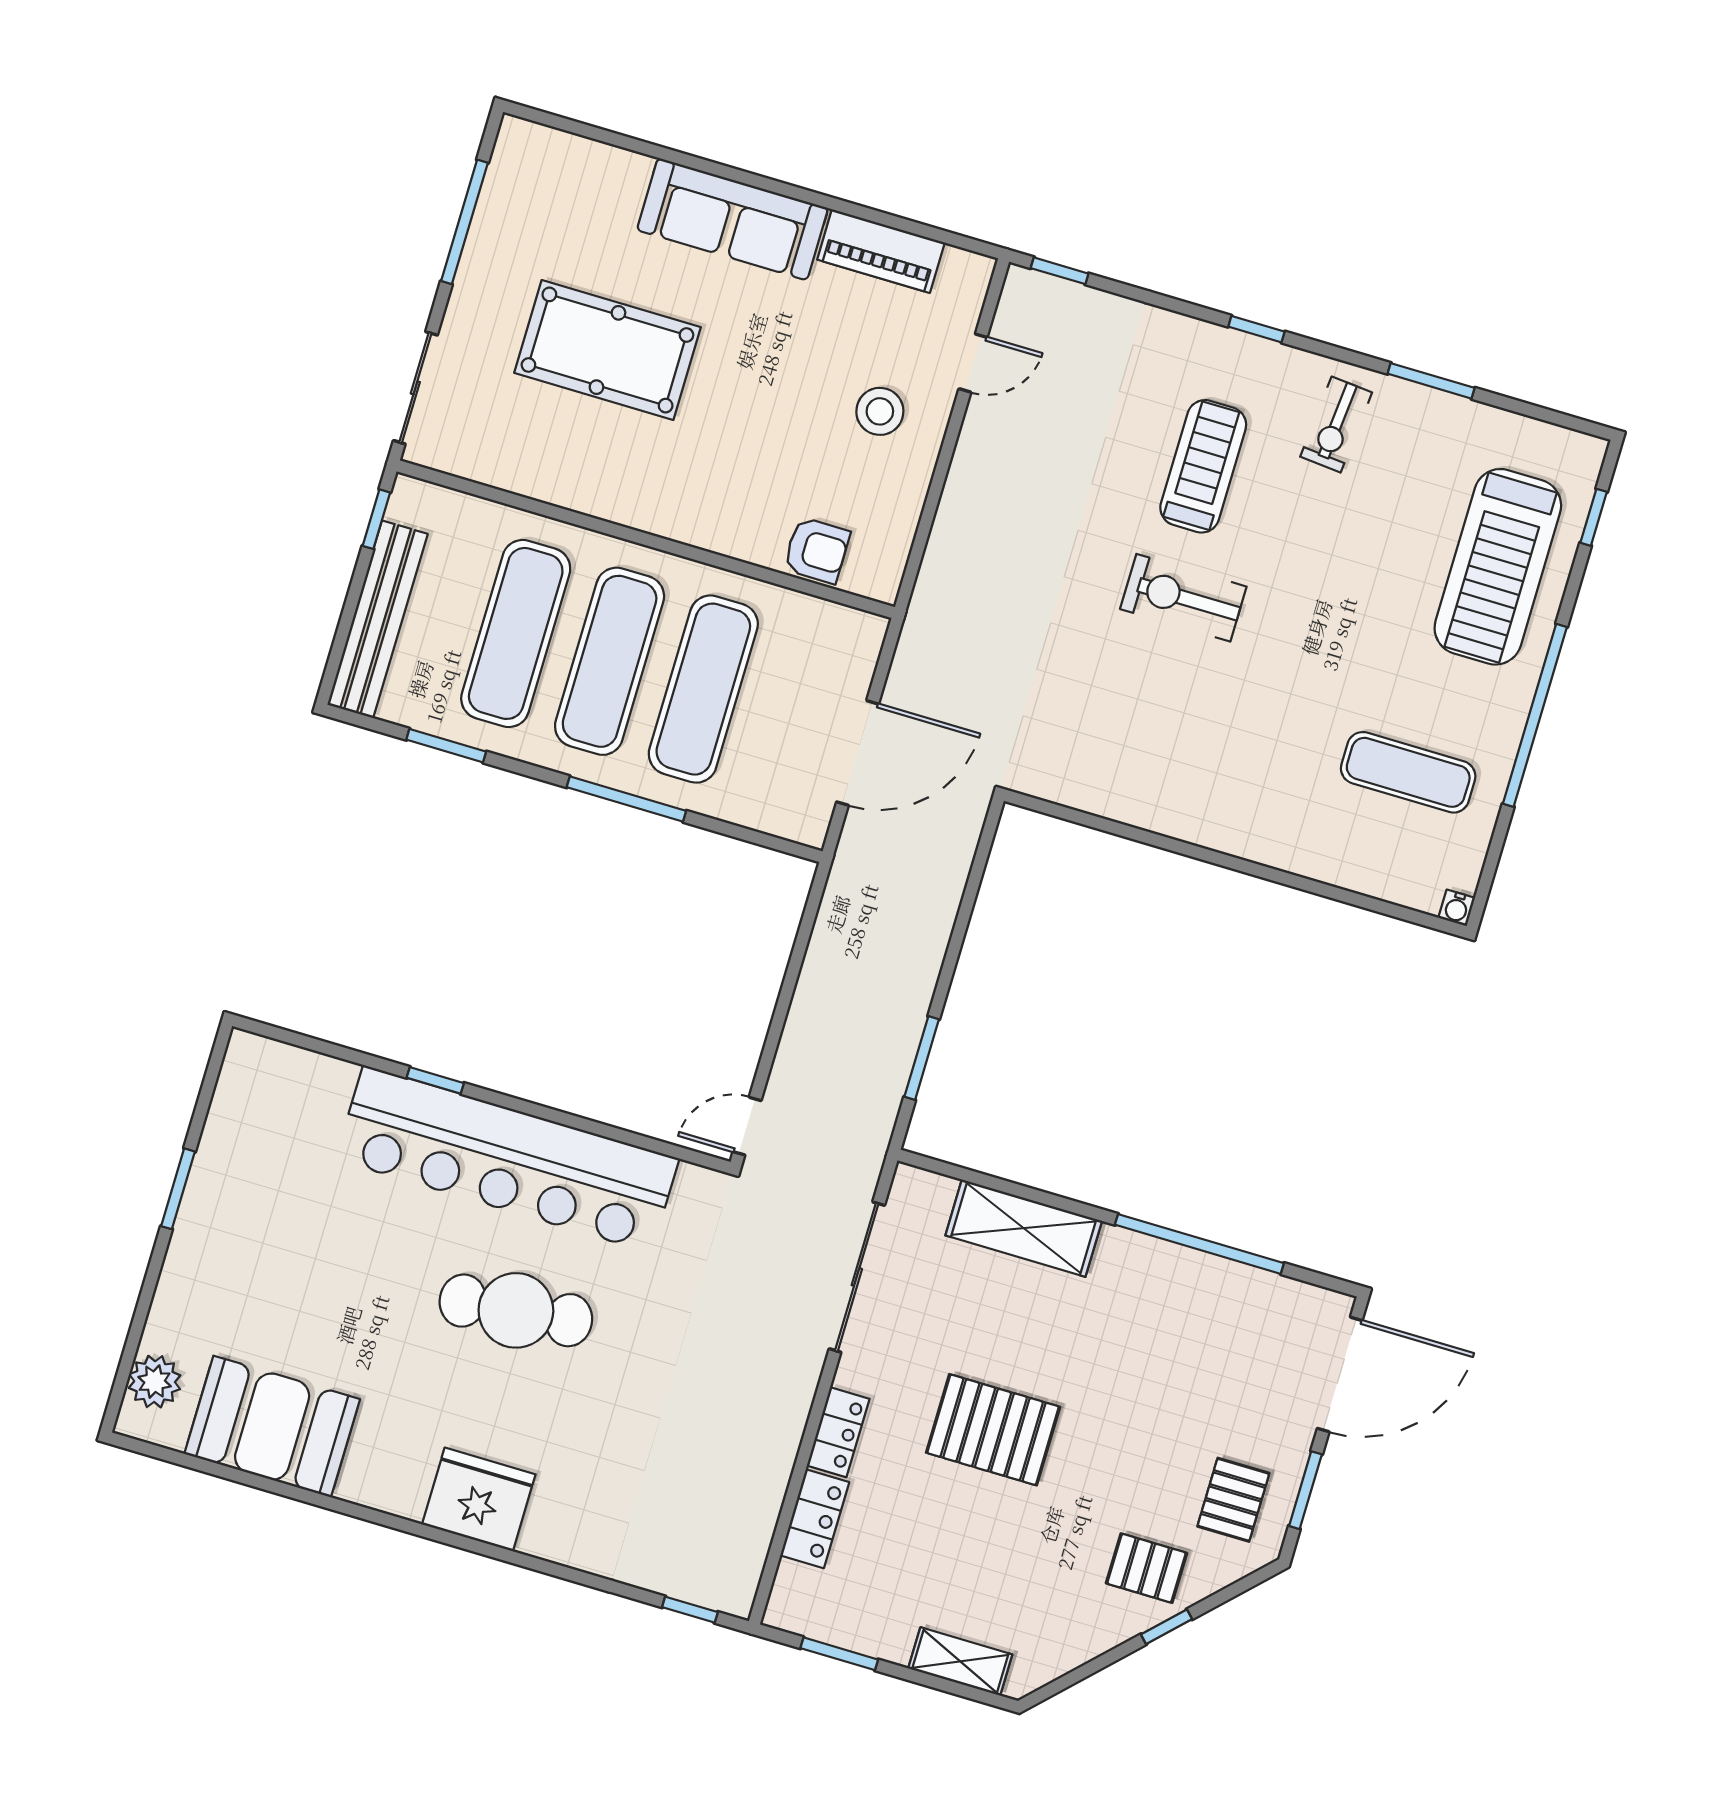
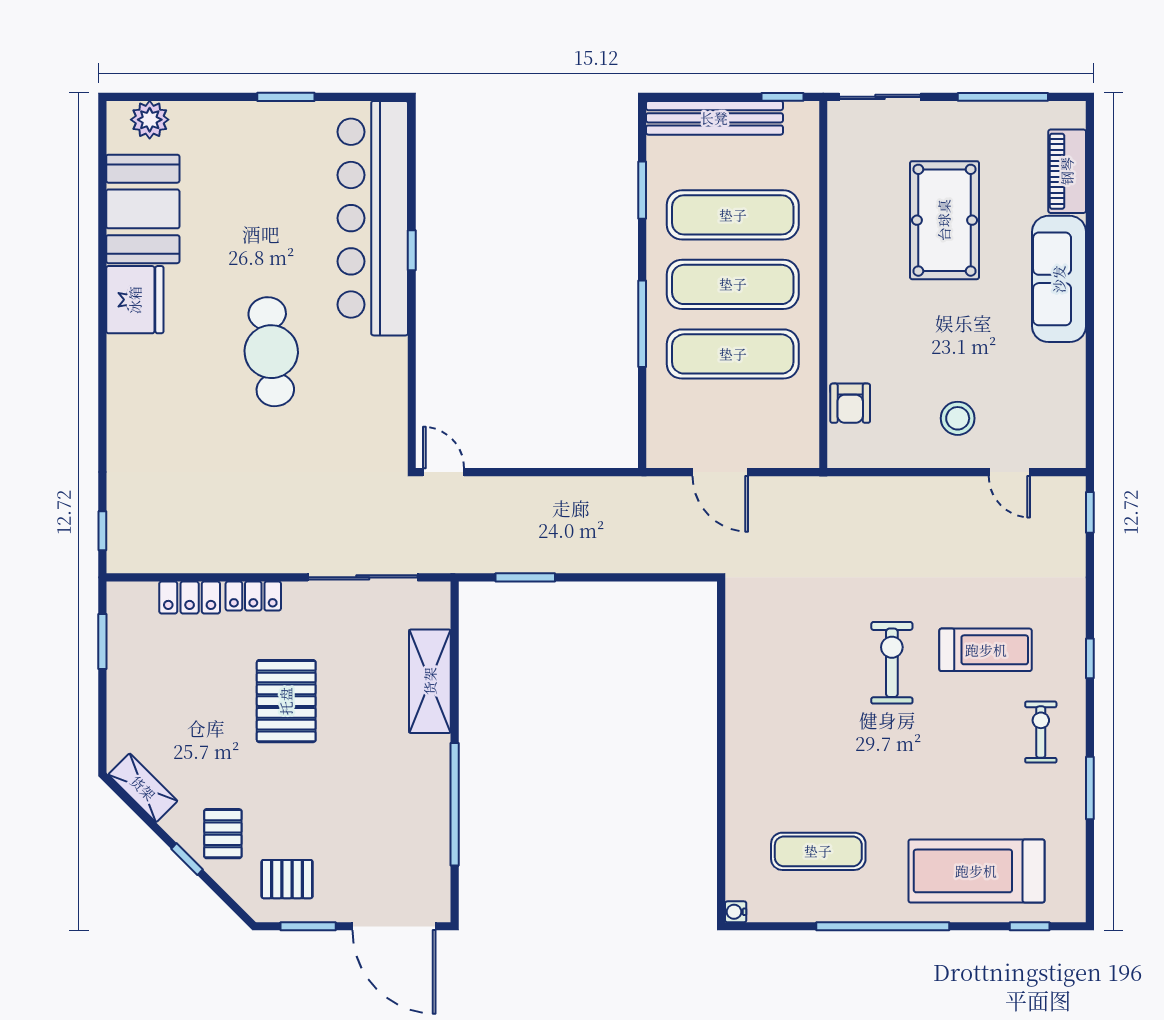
piano: (881, 251) -> (1067, 171), moved
exercise bike: (1336, 425) -> (1041, 732), turned 85
door: (858, 753) -> (720, 472), width x0.73
exercise mat: (1408, 772) -> (818, 851), turned 90
bar counter: (507, 1159) -> (373, 218), moved
fridge: (479, 1499) -> (135, 300), moved
shelving: (960, 1661) -> (143, 788), moved, turned -45

